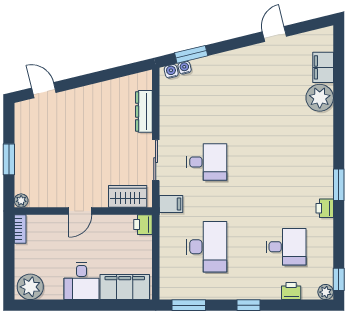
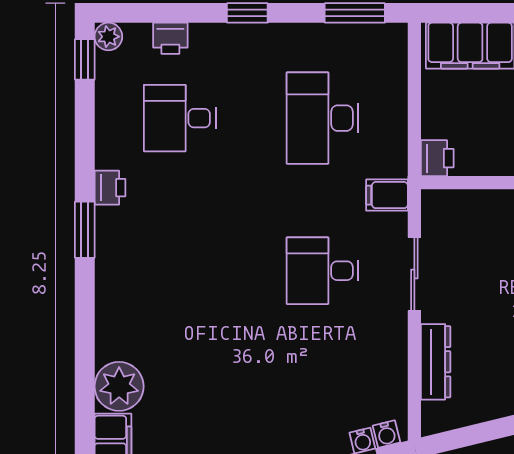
wardrobe: (128, 196) -> (465, 209), removed

